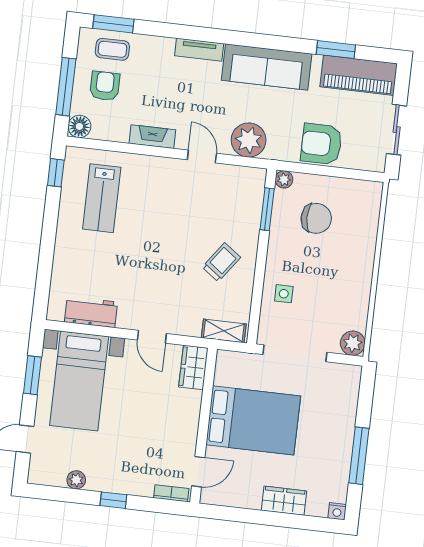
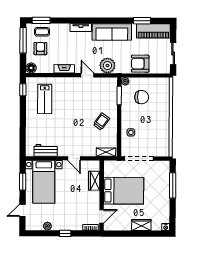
window: (66, 87) -> (23, 40), moved
plant: (353, 343) -> (164, 151), removed
wardrobe: (193, 367) -> (94, 181), moved
window: (359, 456) -> (173, 185), moved

